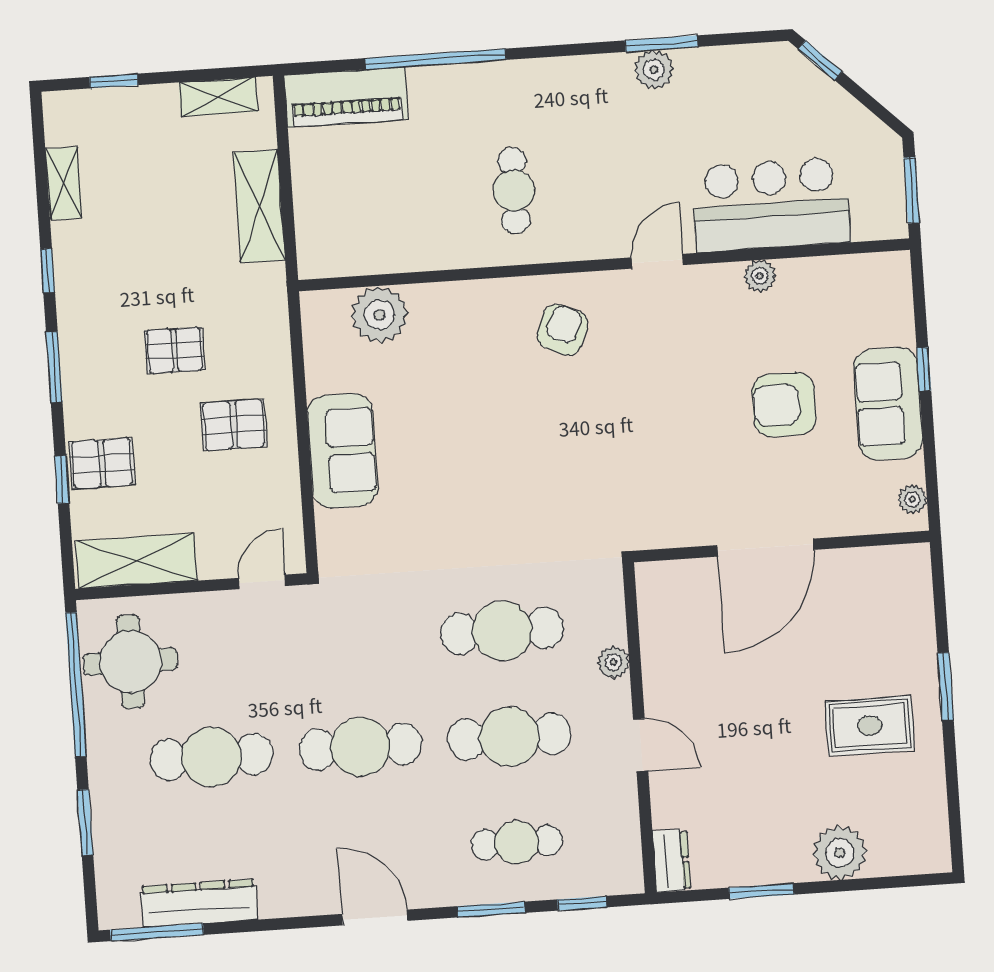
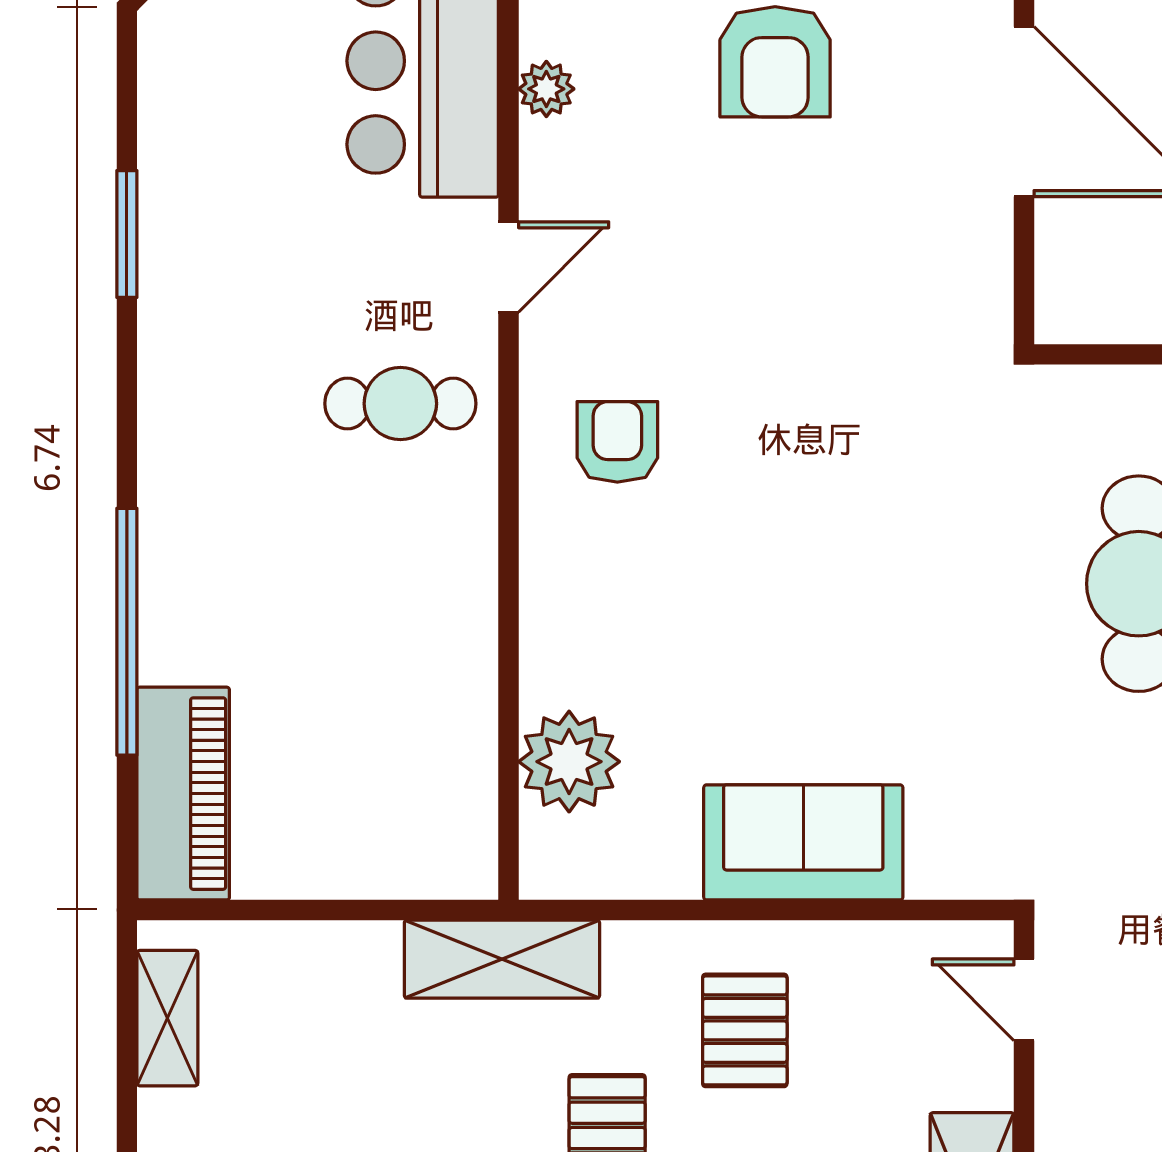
plant: (654, 70) -> (172, 250), removed
cafe table: (514, 191) -> (400, 404), moved
shelving: (259, 206) -> (502, 959), moved
door: (657, 261) -> (508, 267), swing flipped
armchair: (562, 330) -> (617, 442), turned 67

